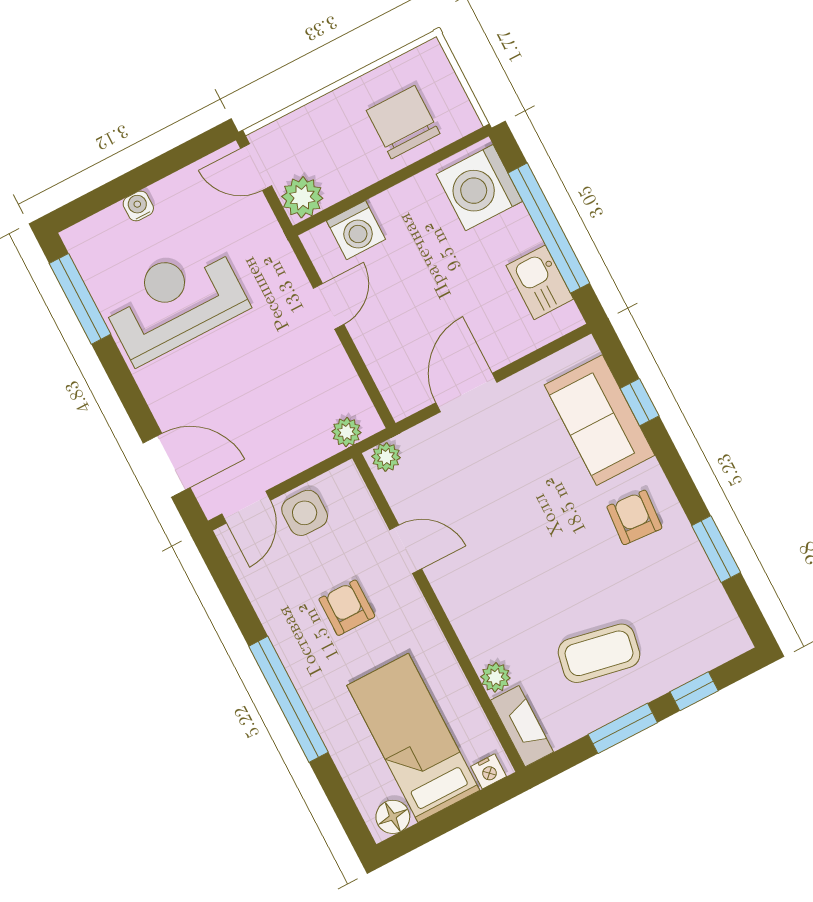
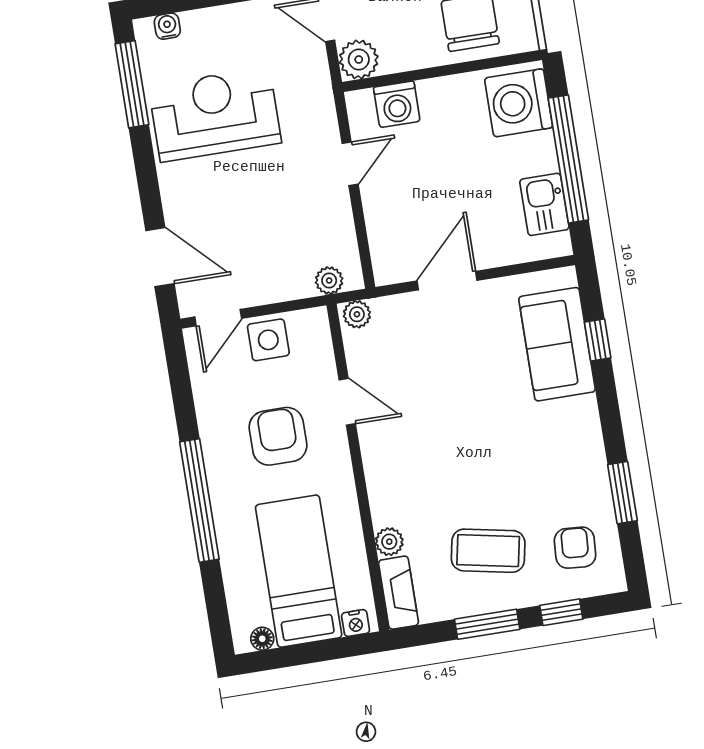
water cooler: (138, 206) -> (167, 26), moved
armchair: (634, 517) -> (575, 548), moved
armchair: (347, 608) -> (278, 436), width x1.38, depth x1.38
floor lamp: (393, 817) -> (262, 639), width x0.73, depth x0.73

